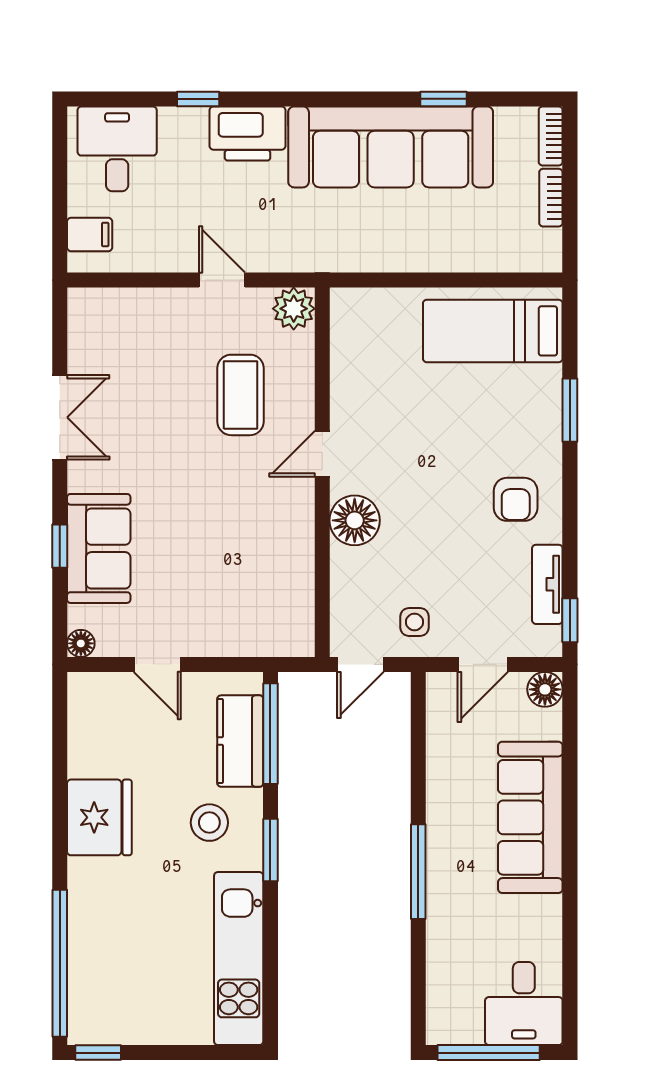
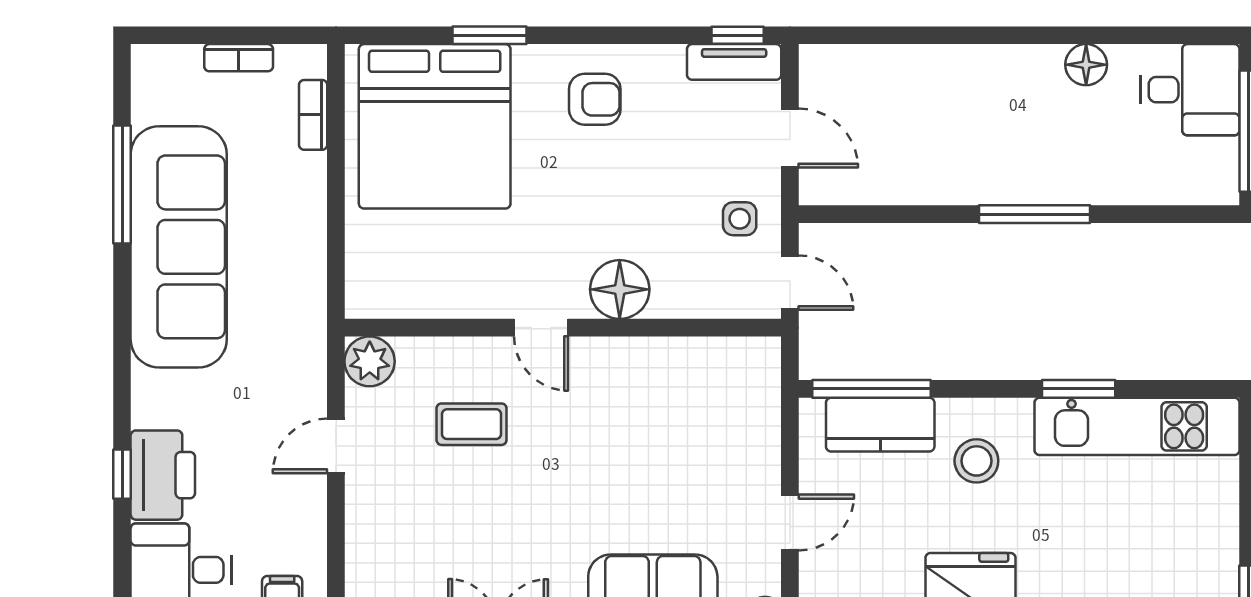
window: (443, 99) -> (122, 185), width x2.17
printer: (248, 133) -> (163, 475), moved
bookcase: (551, 136) -> (313, 115), moved, turned 90
bed: (493, 331) -> (435, 126), width x2.04
coffee table: (241, 395) -> (472, 424), width x0.73, depth x0.77
tv unit: (547, 584) -> (734, 62), moved
floor lamp: (545, 689) -> (1086, 65), moved
sofa: (530, 817) -> (970, 82), removed
window: (270, 850) -> (1079, 389), moved

